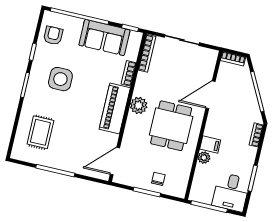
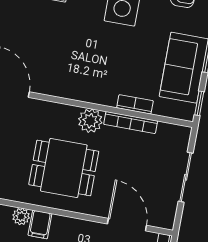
bookcase: (147, 53) -> (131, 123), moved
door: (211, 95) -> (127, 225), moved
piano: (115, 108) -> (84, 87), removed

